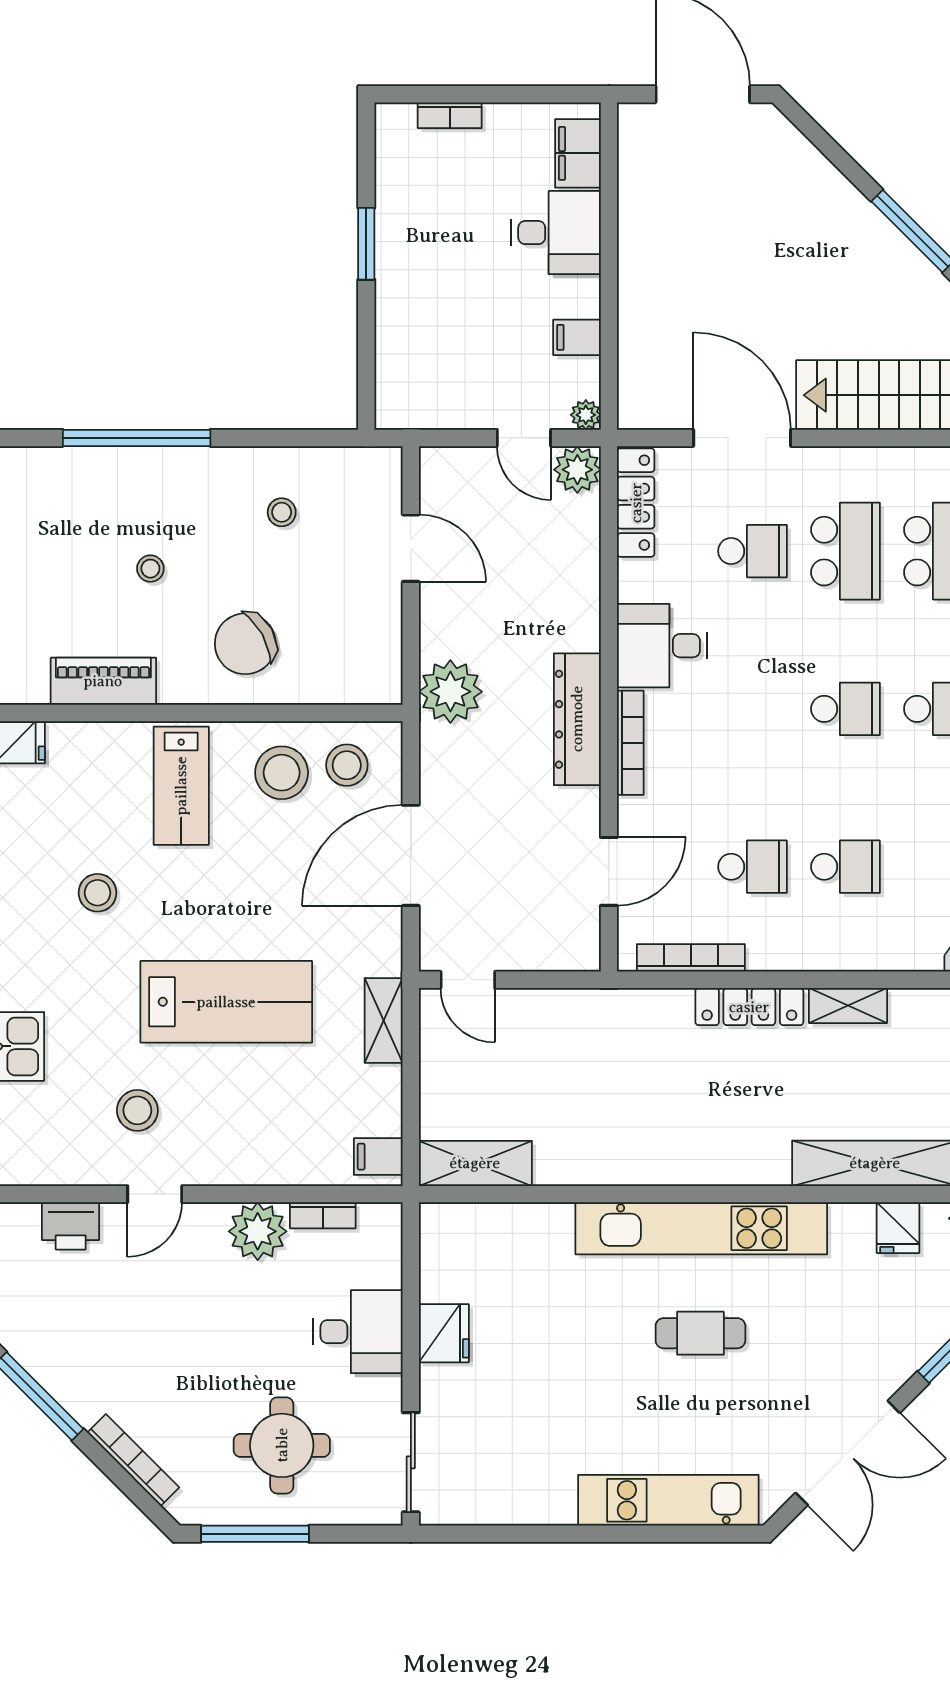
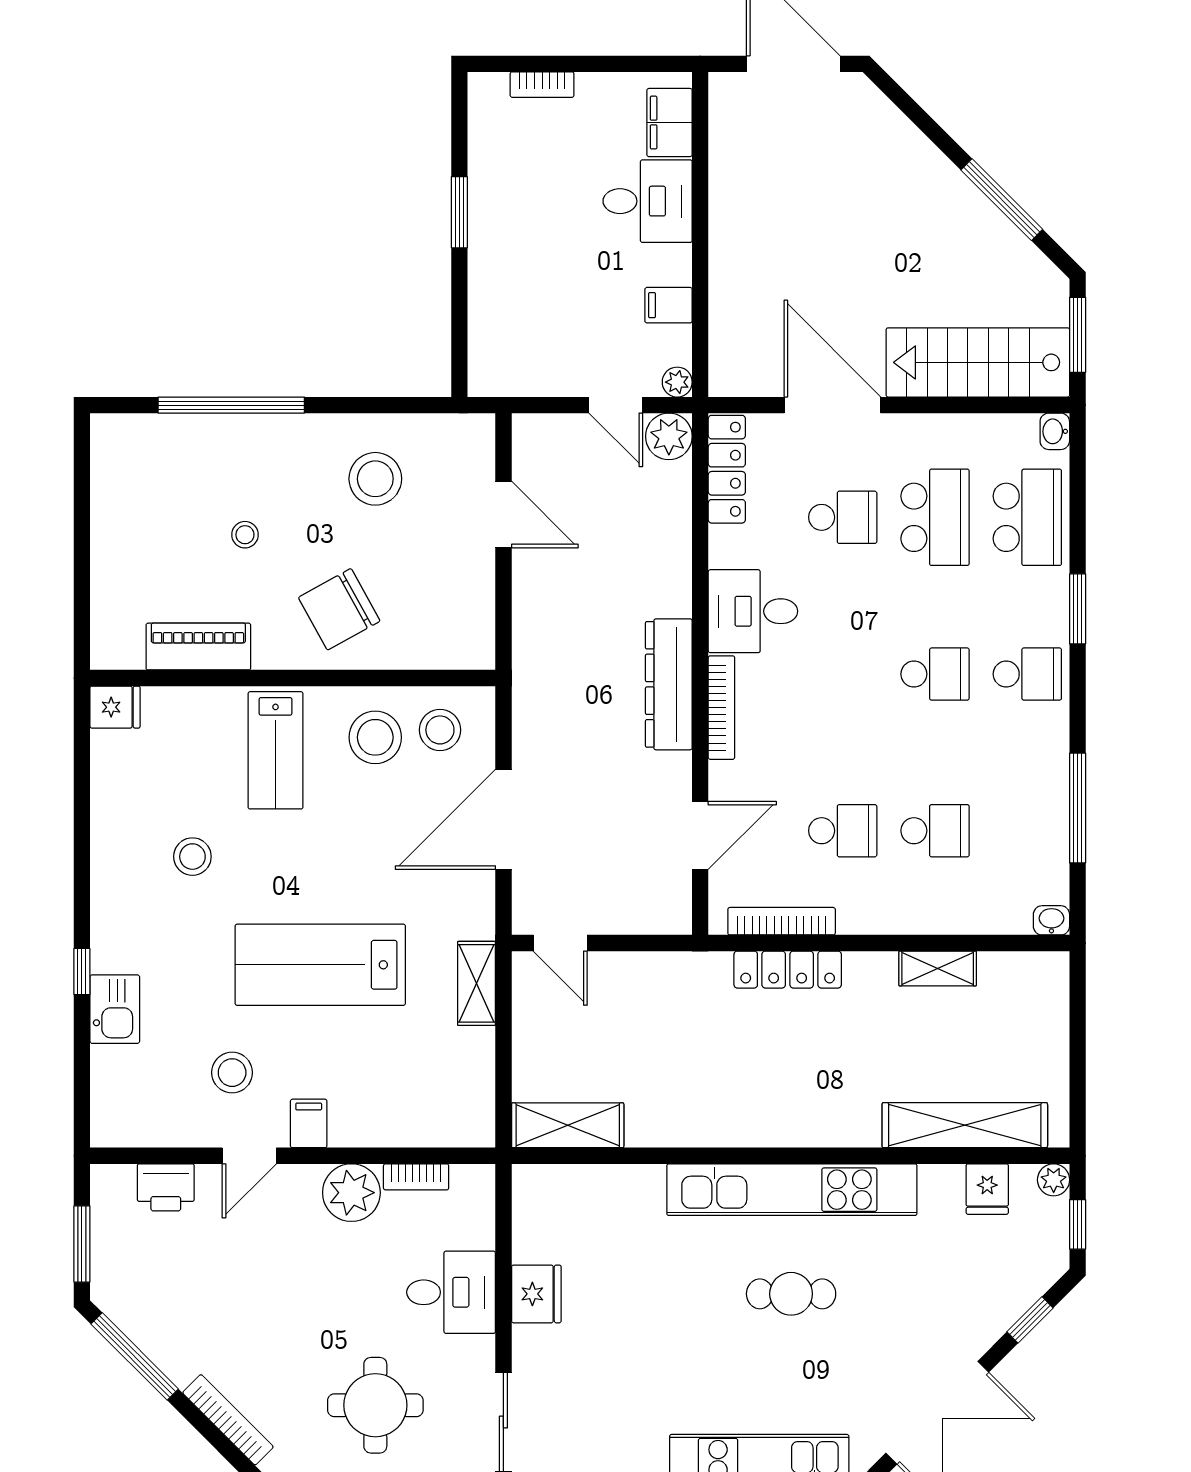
stool: (282, 512) -> (375, 479), width x1.89, depth x1.89
plant: (450, 692) -> (543, 657), removed
lab bench: (226, 1002) -> (320, 965), turned 180
locker: (749, 1007) -> (788, 970), moved
filing cabinet: (378, 1157) -> (309, 1123), moved, turned 90

